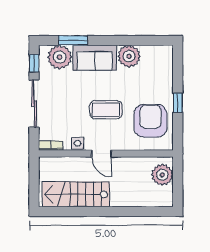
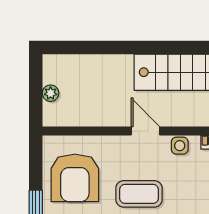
plant: (162, 175) -> (51, 93), width x0.53, depth x0.53

